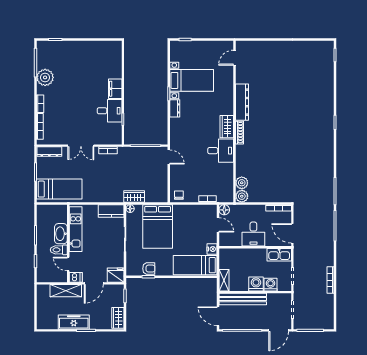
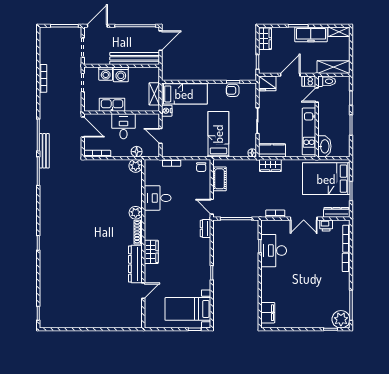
door: (234, 58) -> (143, 291), moved
plant: (45, 77) -> (341, 319), moved
bed with nightstands: (192, 80) -> (188, 309), moved
filing cabinet: (115, 89) -> (268, 313), moved
dresser: (175, 108) -> (206, 229), moved
desk: (110, 111) -> (274, 251), width x1.37
wardrobe: (227, 127) -> (151, 252), moved
printer: (59, 139) -> (326, 225), added
double door: (81, 146) -> (304, 219), swing flipped
desk: (221, 151) -> (158, 198), moved
plant: (242, 183) -> (136, 213), moved
cot: (161, 184) -> (219, 179), added
bed: (59, 189) -> (326, 179), width x1.50
wardrobe: (134, 197) -> (270, 165), moved
floor lamp: (224, 210) -> (137, 152), moved
bench: (329, 211) -> (44, 151), added
bed: (158, 227) -> (218, 134), width x0.67
washbasin: (61, 234) -> (324, 146), moved
toilet: (59, 250) -> (327, 81), moved
kitchen sink: (279, 255) -> (112, 105), moved
door: (68, 264) -> (317, 95), swing flipped
shelving: (224, 280) -> (154, 94), moved
shelving: (66, 291) -> (334, 67), moved
door: (218, 316) -> (160, 41), hinge flipped
shelving: (47, 325) -> (339, 32), added

